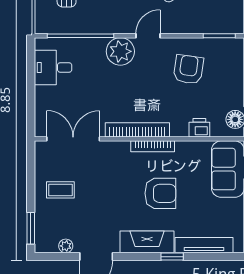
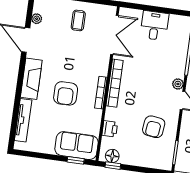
plant: (120, 51) -> (178, 84), width x0.53, depth x0.53
desk: (53, 67) -> (154, 26), moved
armchair: (188, 69) -> (154, 127), turned 89
window: (172, 257) -> (18, 96), removed

